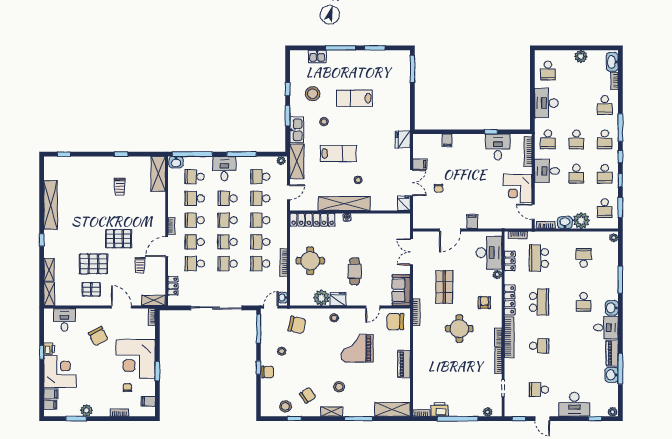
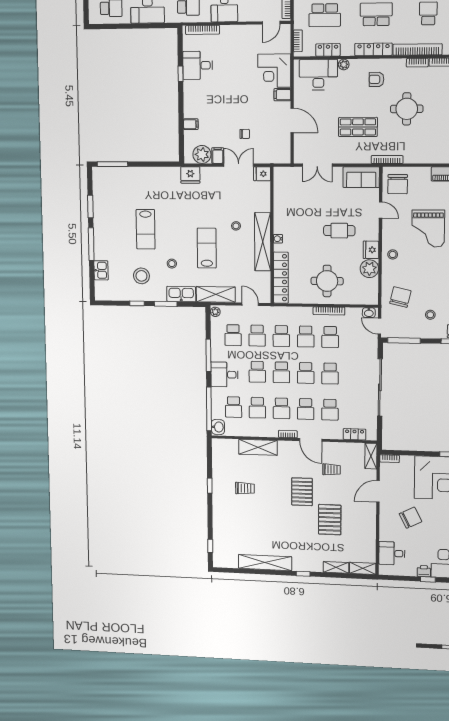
plant: (421, 150) -> (202, 154), added
shelving: (158, 174) -> (258, 447), moved
corner desk: (518, 188) -> (274, 71), moved, turned 90
pallet: (91, 289) -> (358, 523), removed

